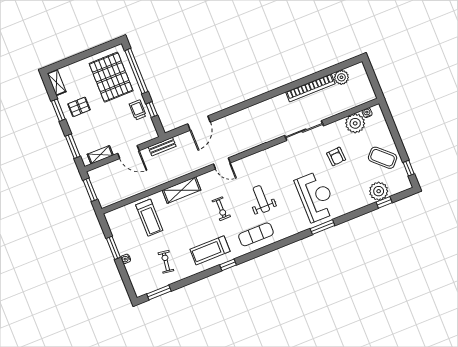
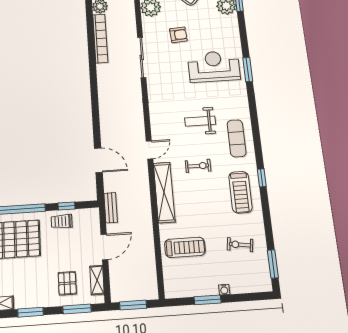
pallet: (79, 107) -> (67, 283), moved
shelving: (182, 190) -> (164, 192), width x1.47

